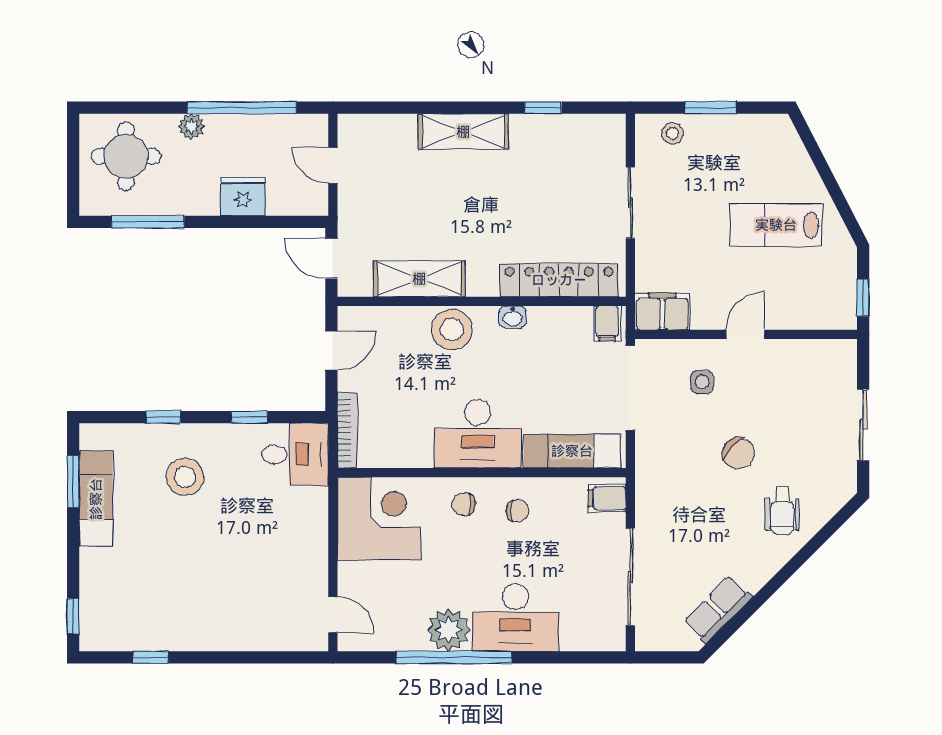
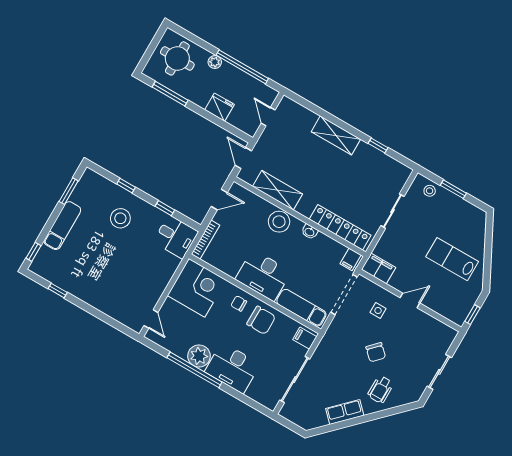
exam couch: (96, 499) -> (62, 226), moved
chair: (517, 511) -> (261, 320), width x1.87, depth x1.87
row of seats: (718, 609) -> (345, 412), moved

